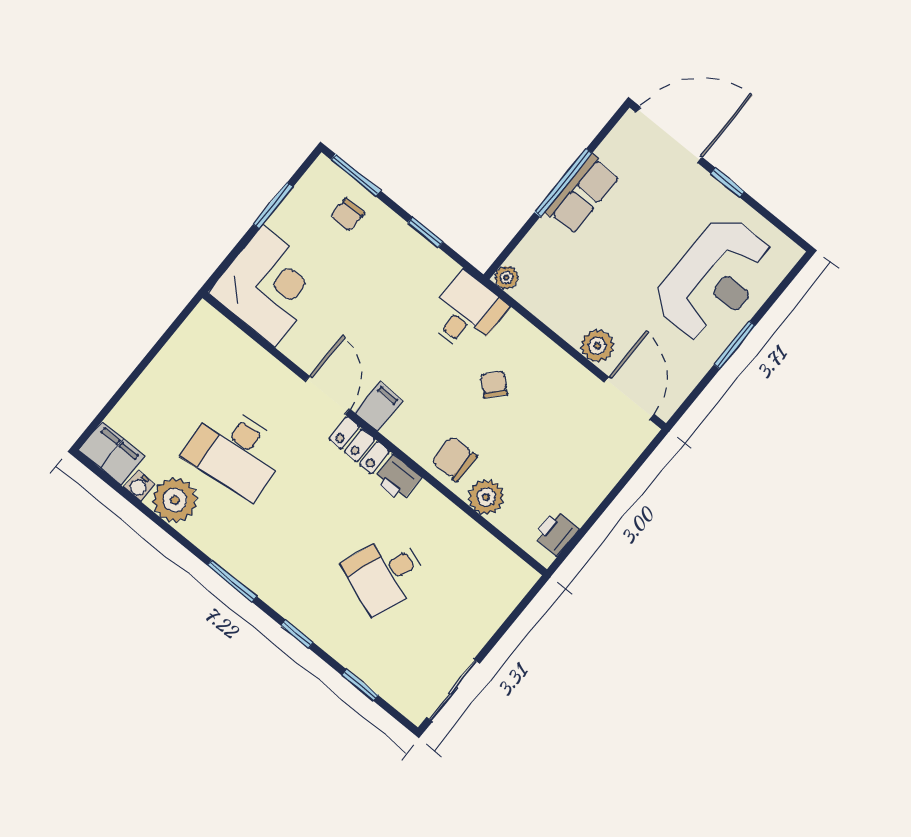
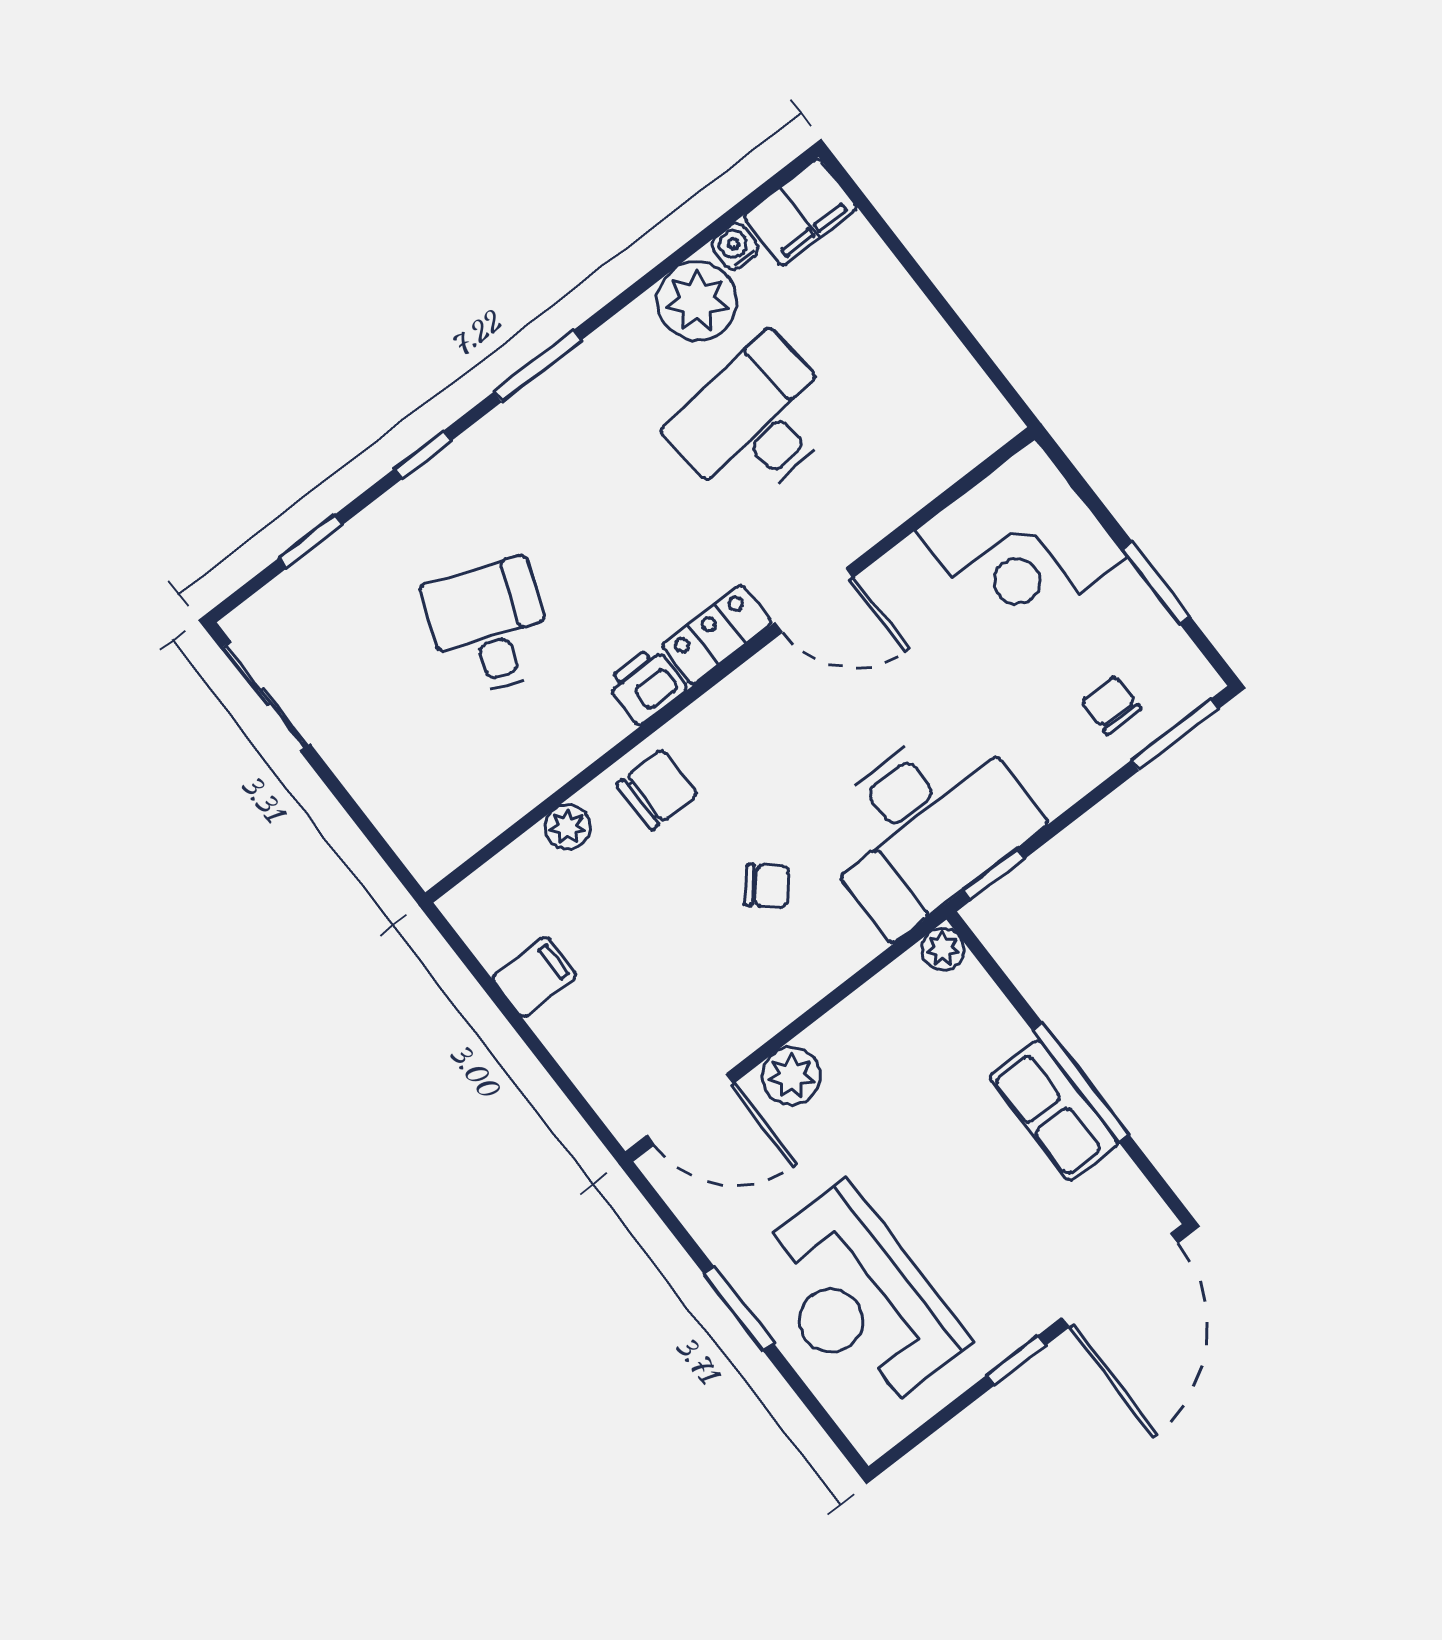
window: (426, 232) -> (994, 874), moved
desk: (466, 313) -> (925, 825), width x1.87, depth x1.30
filing cabinet: (379, 406) -> (534, 977), moved, turned -90
plant: (486, 497) -> (568, 827), width x0.73, depth x0.73
printer: (556, 533) -> (492, 933), removed

